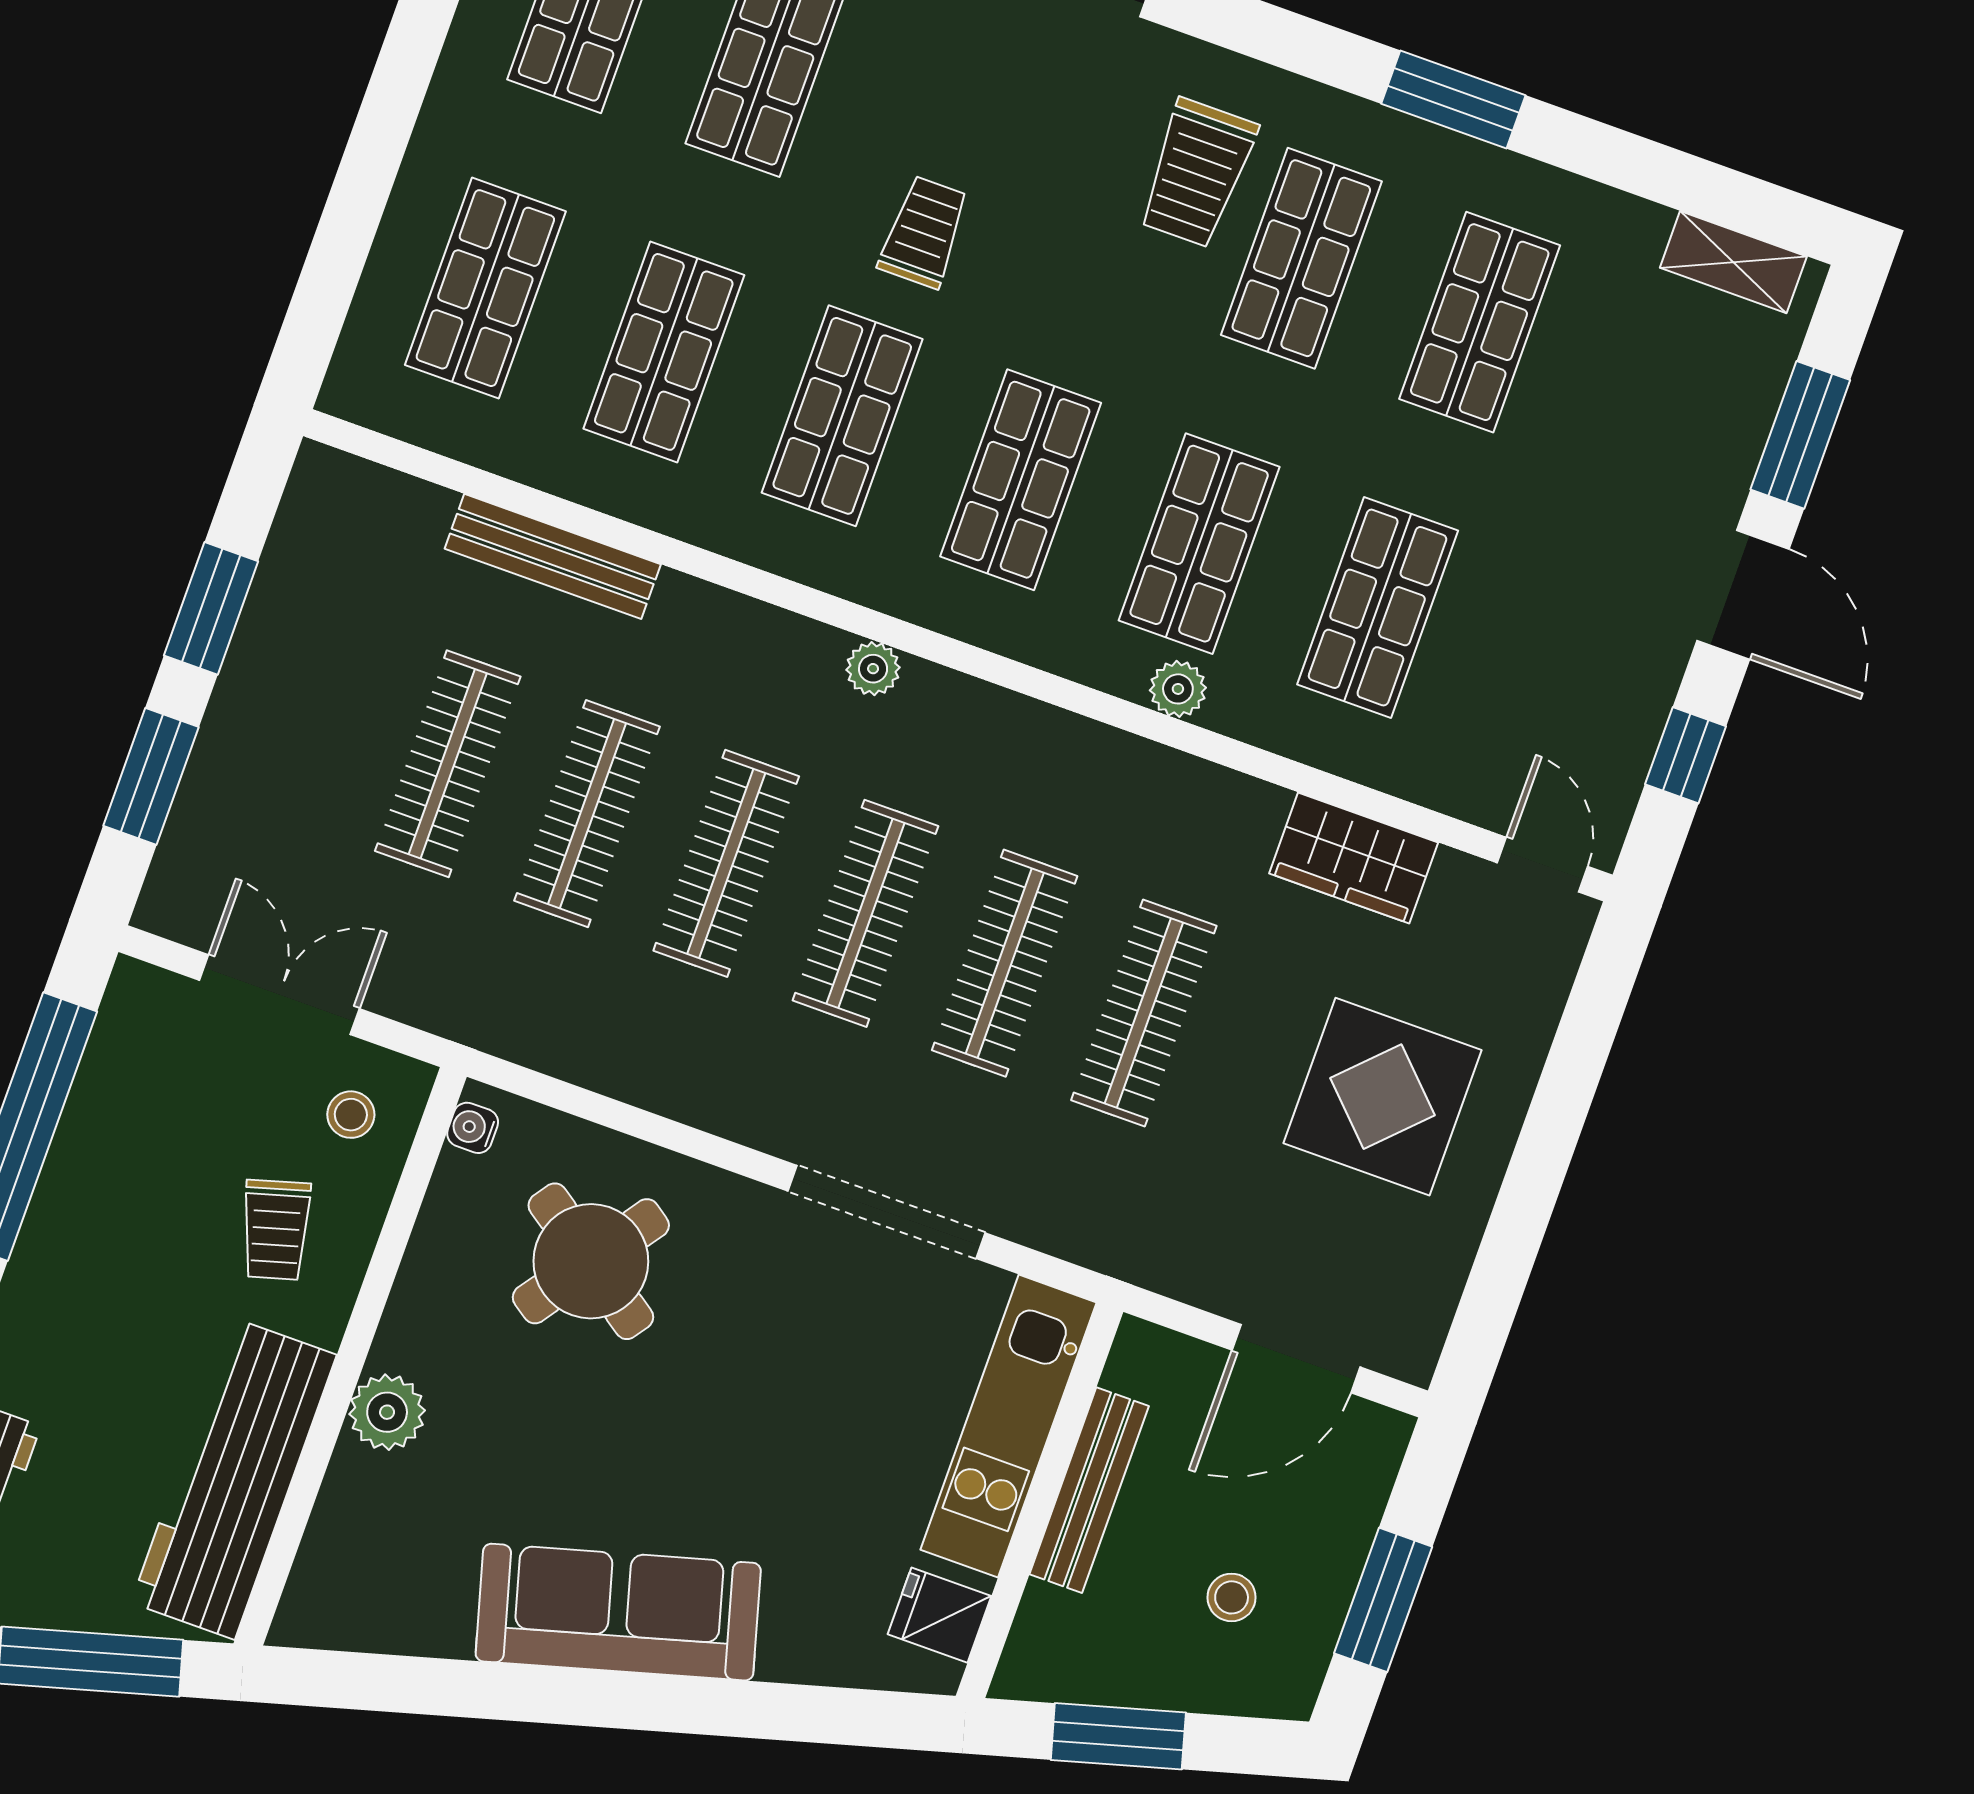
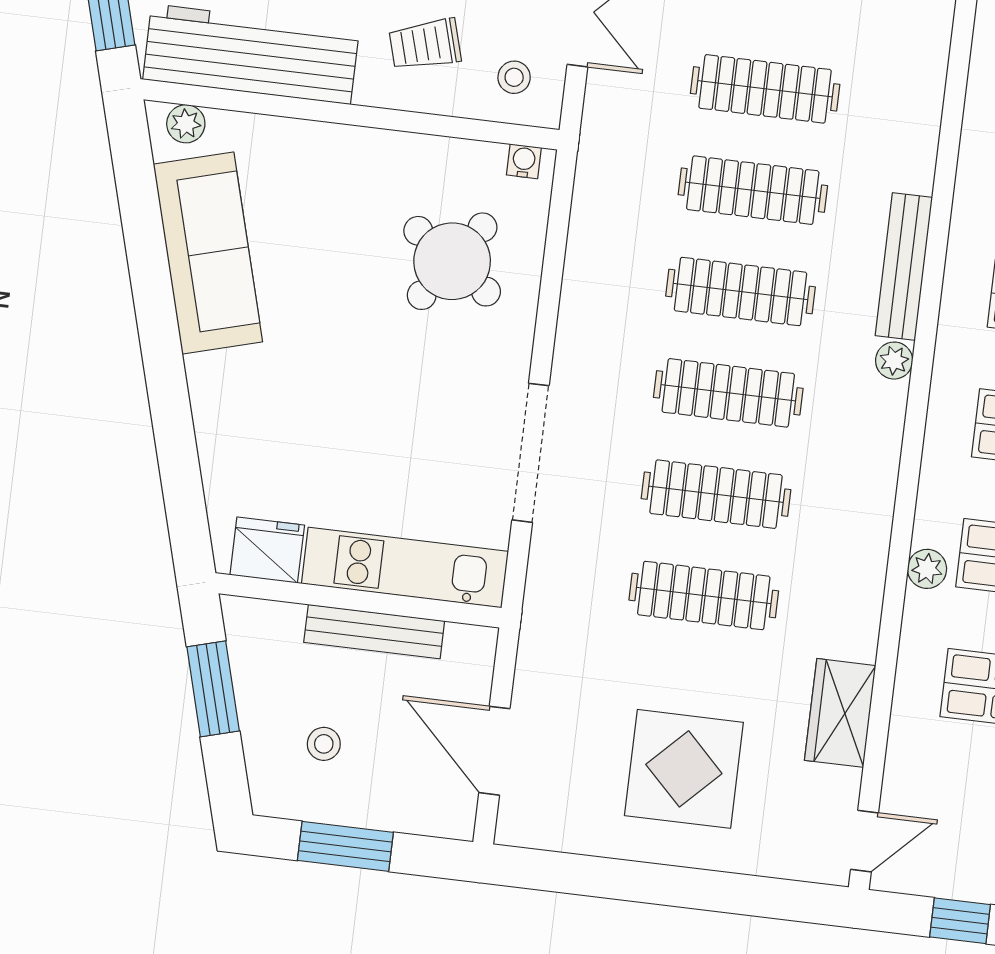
bench: (553, 556) -> (904, 267), moved
plant: (387, 1412) -> (186, 124), moved, width x0.73, depth x0.73
sofa: (618, 1612) -> (208, 253), moved
fridge: (940, 1615) -> (267, 550), width x1.38

